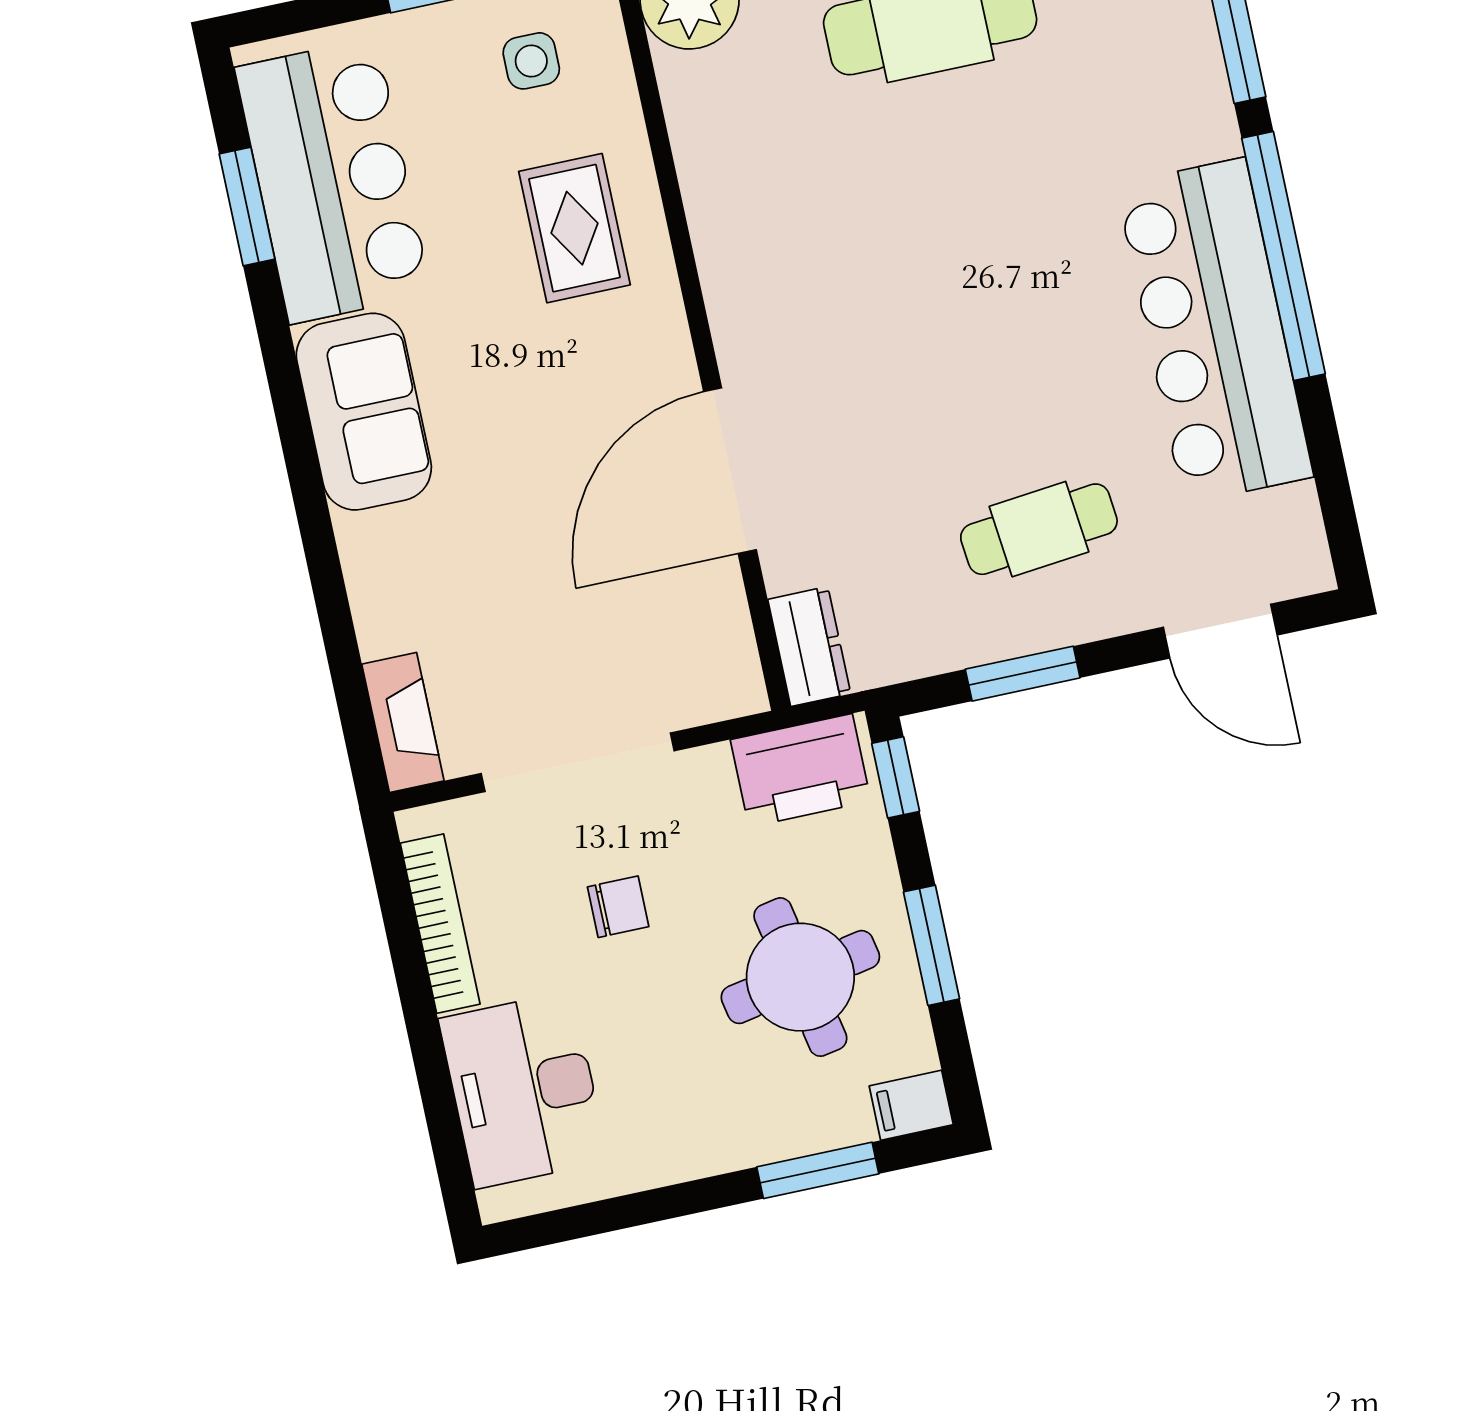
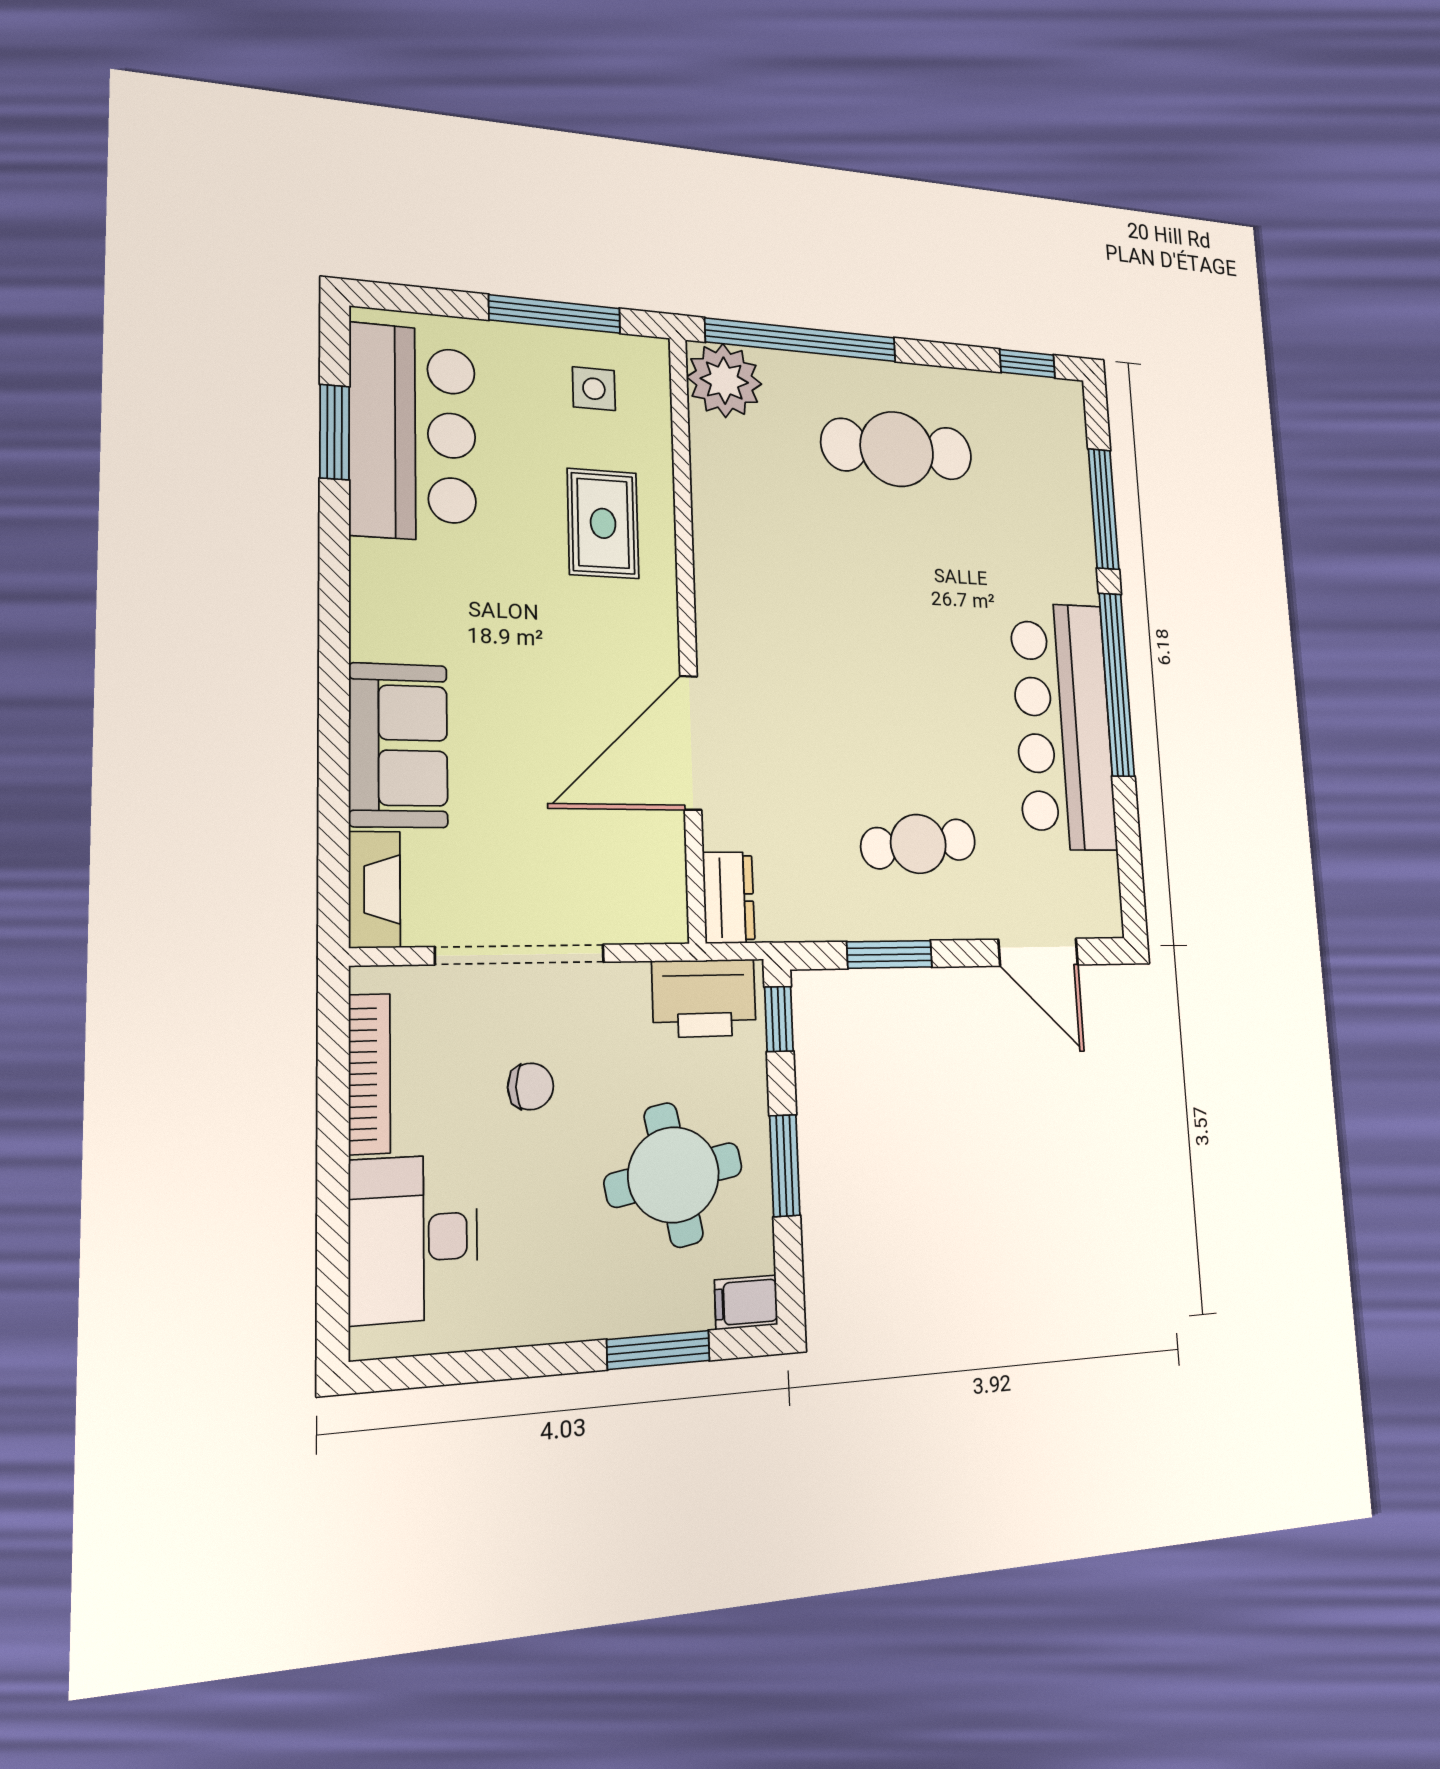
sofa: (364, 412) -> (398, 745), moved

